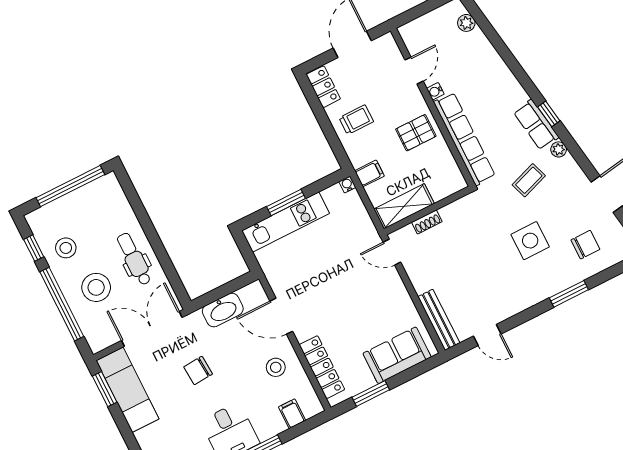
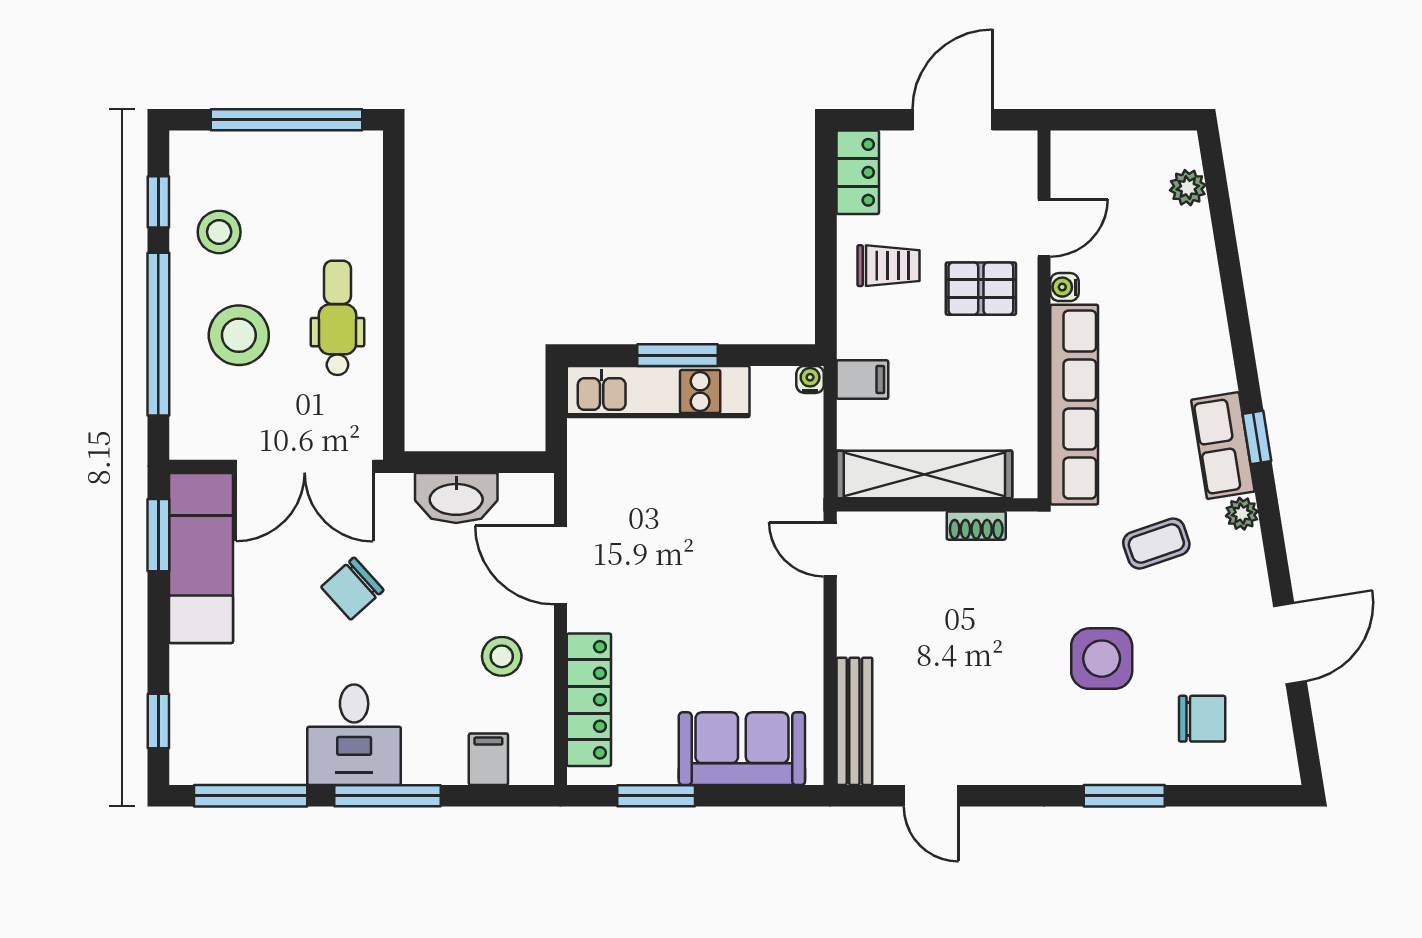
pallet: (416, 133) -> (981, 289), moved
shelving: (404, 206) -> (924, 474), width x1.47
shoe rack: (427, 222) -> (976, 526), moved
double door: (152, 329) -> (305, 466), swing flipped
chair: (198, 370) -> (352, 589), turned -38

